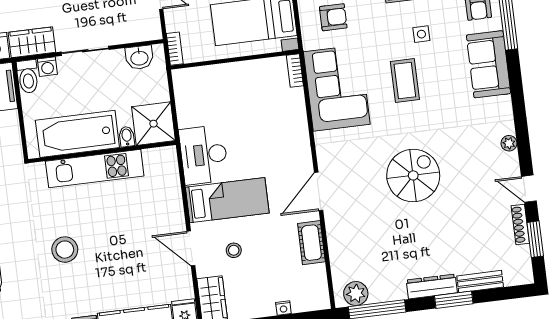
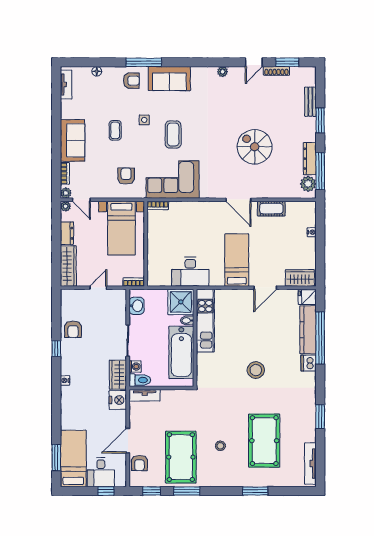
coffee table: (405, 81) -> (173, 134), turned 90
desk: (204, 155) -> (190, 272), moved
kitchen unit: (95, 169) -> (205, 321), moved
spiral stairs: (413, 175) -> (255, 147), moved
stool: (234, 250) -> (270, 260), removed
dresser: (432, 286) -> (310, 159), moved

